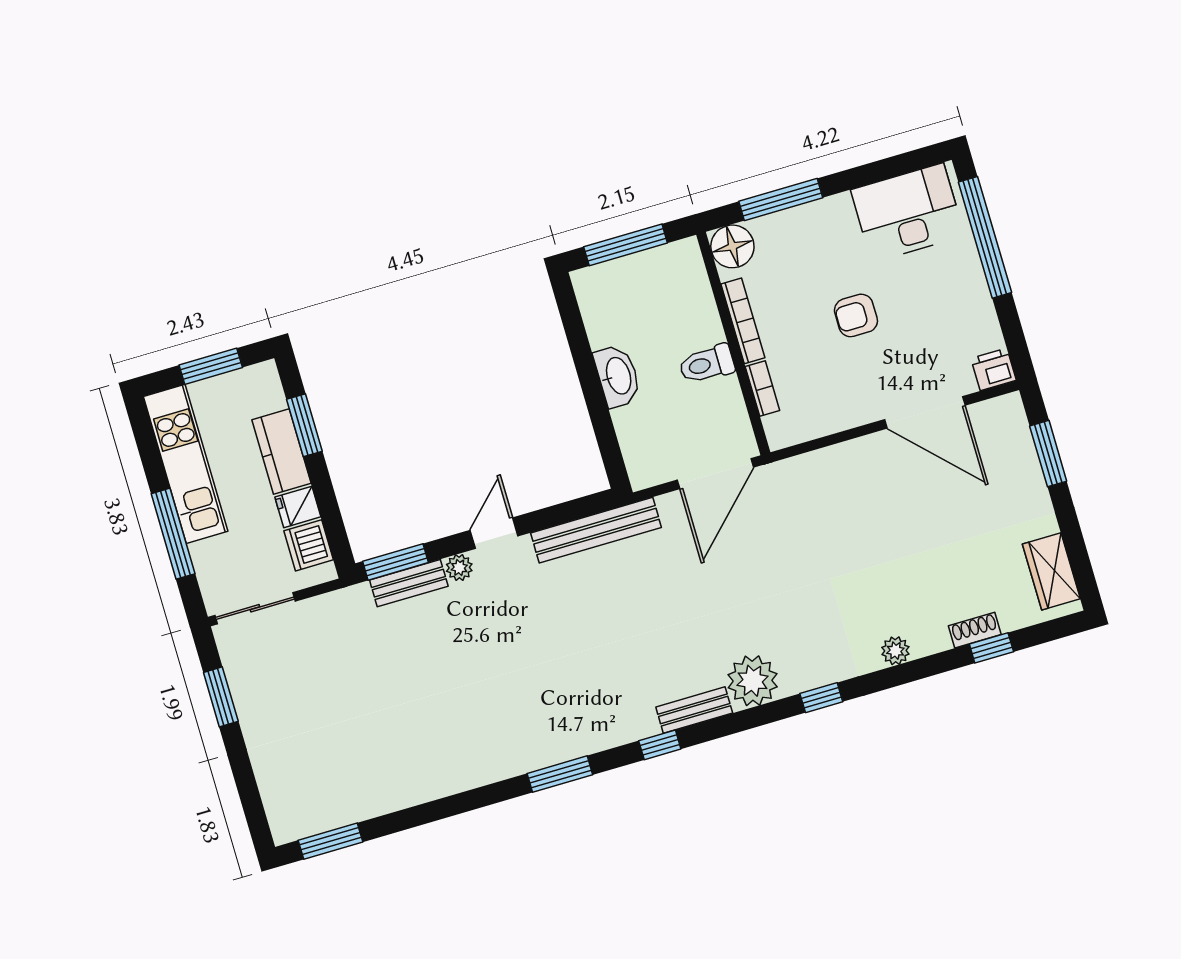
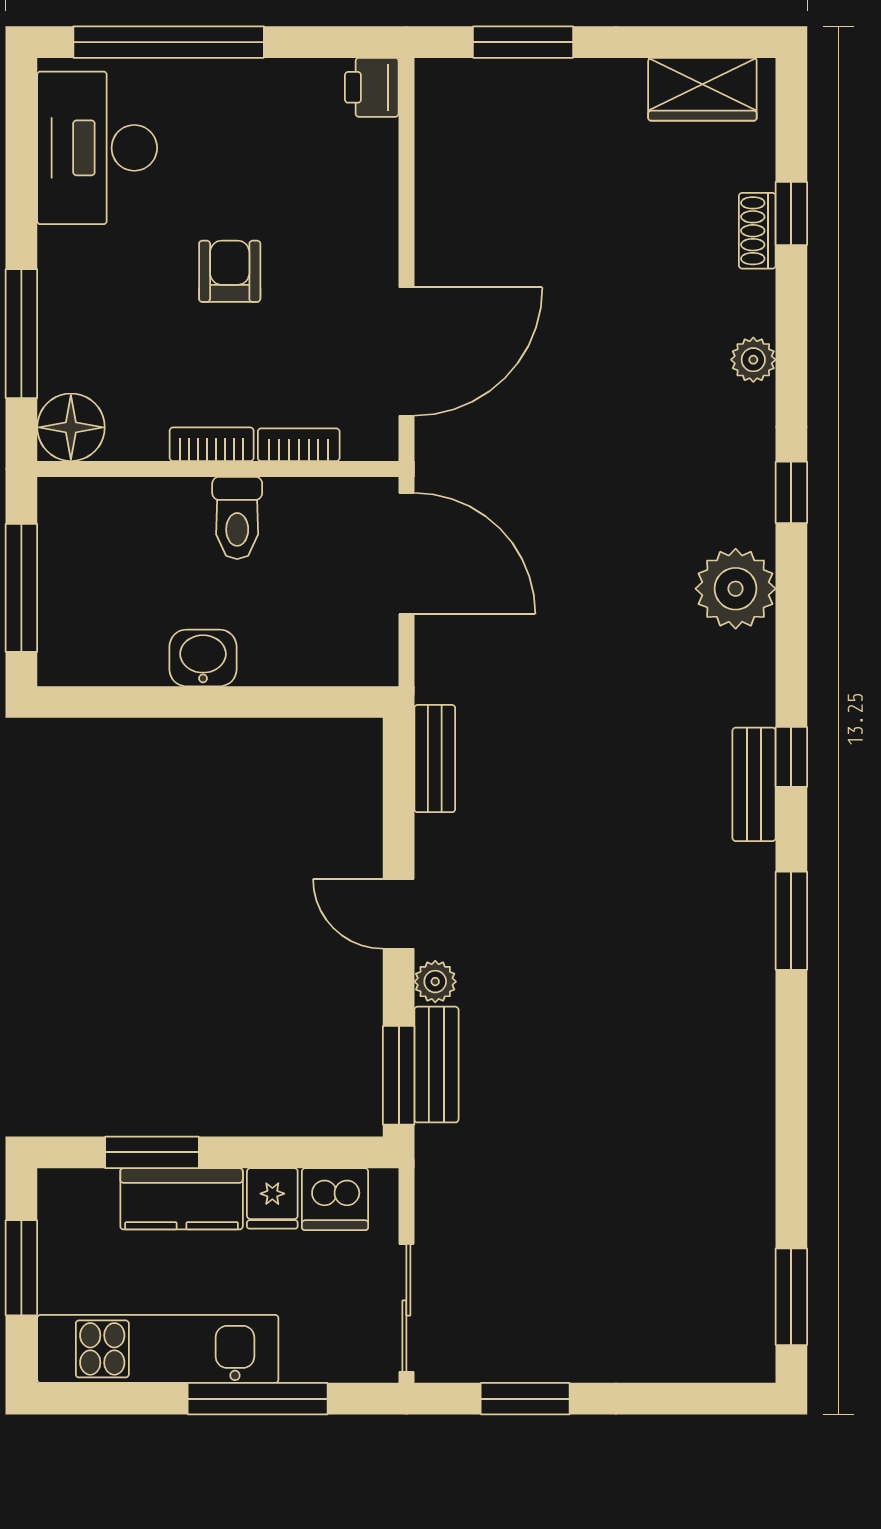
armchair: (856, 315) -> (230, 271), turned 180
bookcase: (743, 321) -> (212, 444), width x0.64
washbasin: (618, 376) -> (203, 658), width x0.72
door: (925, 412) -> (406, 352), moved
bench: (596, 530) -> (435, 759), width x0.54, depth x0.82
bench: (694, 710) -> (754, 784), moved

